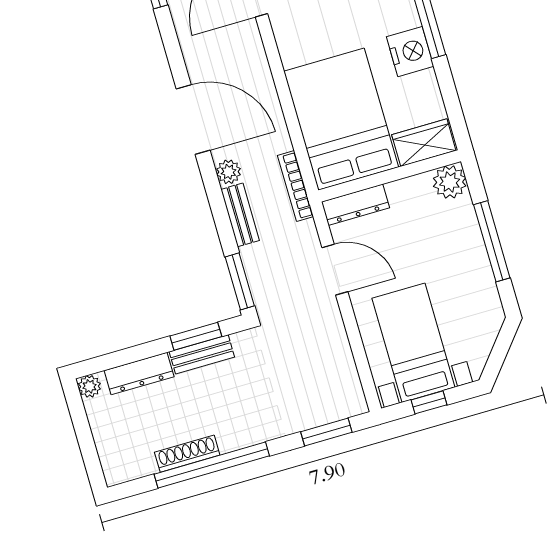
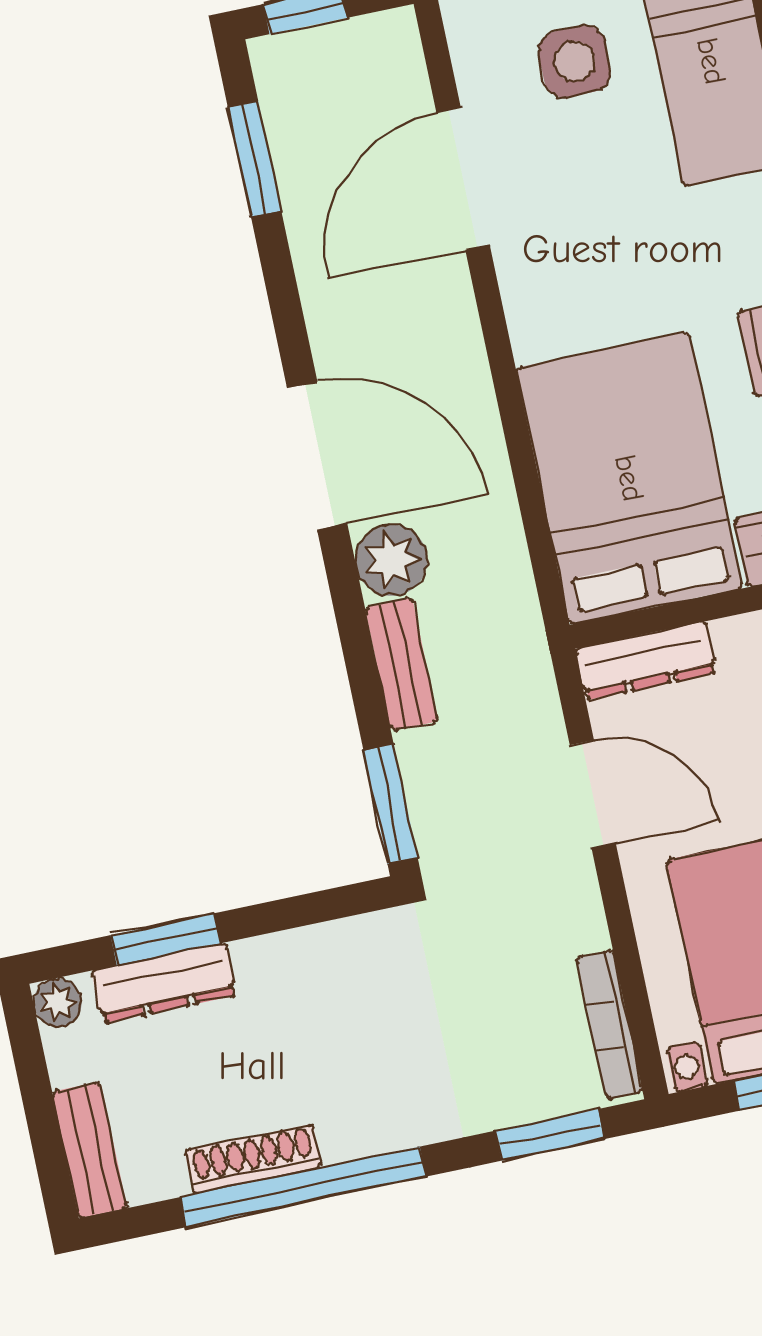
plant: (229, 172) -> (391, 560), width x1.38, depth x1.38
bookcase: (295, 186) -> (610, 1025), moved
window: (196, 336) -> (165, 939), moved
bench: (202, 354) -> (90, 1150), moved, turned 90

